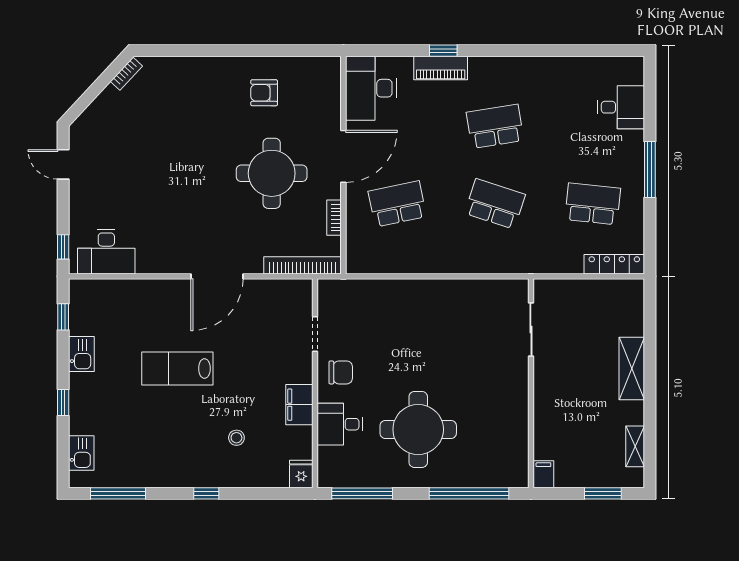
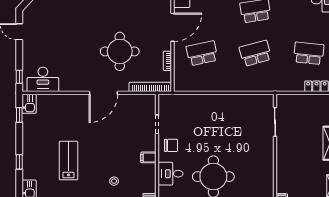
round table: (272, 173) -> (120, 51), moved
school desk: (495, 204) -> (255, 53), turned -33
kitchen sink: (81, 354) -> (29, 104), moved
lab bench: (177, 369) -> (68, 161), moved, turned 90
filing cabinet: (299, 405) -> (148, 157), width x0.50

